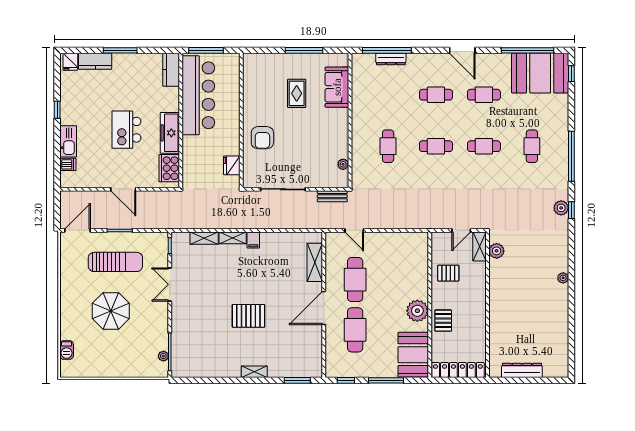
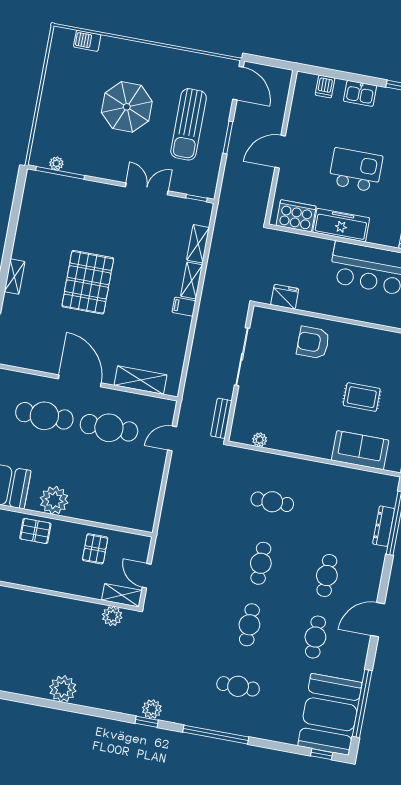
kitchen sink: (68, 141) -> (360, 93), width x0.73
plant: (563, 278) -> (63, 689), width x1.87, depth x1.87
pallet: (248, 316) -> (88, 282), width x1.37, depth x1.41

